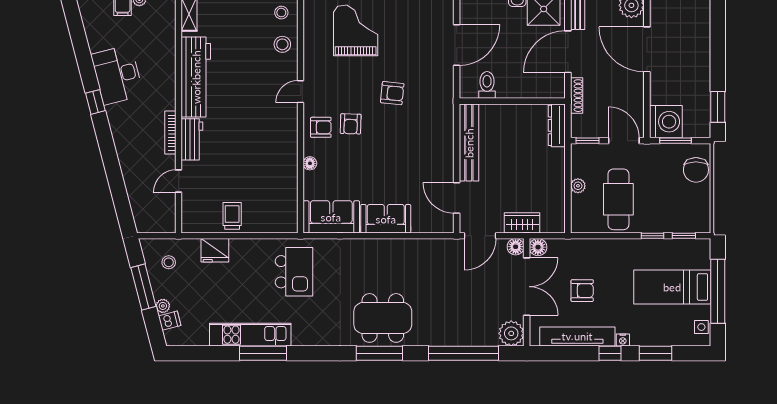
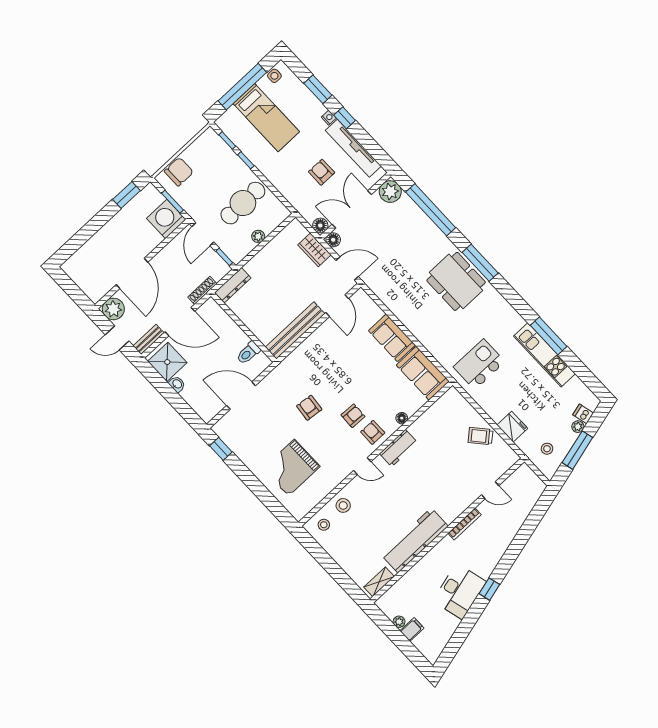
workbench: (192, 139) -> (398, 448), moved, turned 180
trolley: (232, 216) -> (480, 436), turned 49

